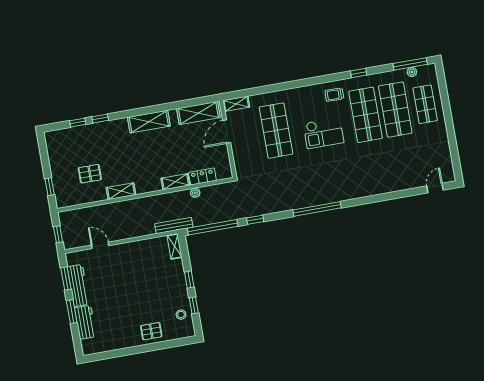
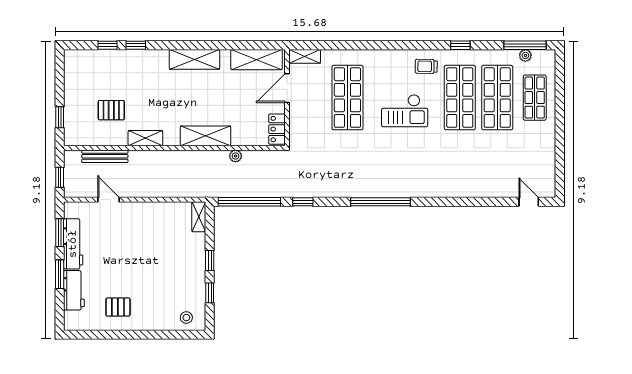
locker: (202, 176) -> (277, 129), moved, turned -90
shelving: (175, 182) -> (205, 136), width x1.50, depth x1.33
door: (435, 188) -> (529, 202), hinge flipped
bench: (174, 226) -> (105, 156), moved
stool: (181, 315) -> (186, 318), moved
pallet: (151, 331) -> (118, 307), moved

